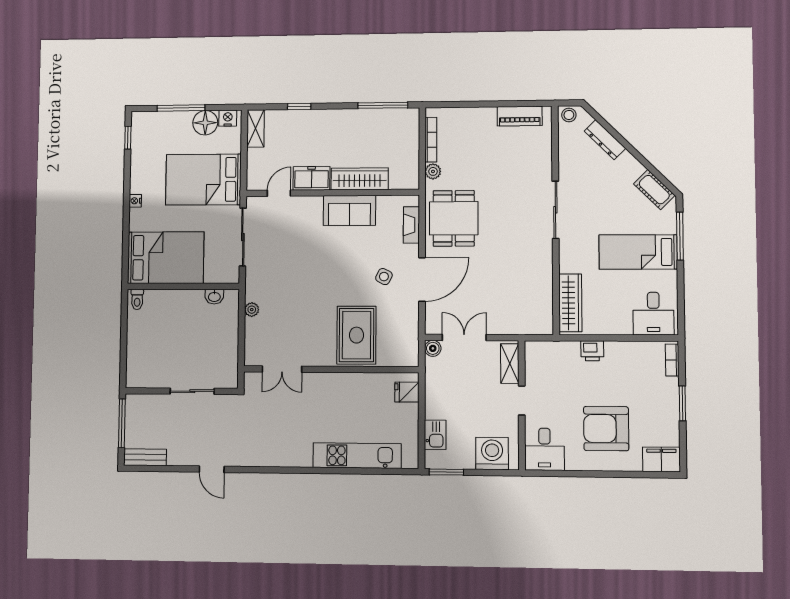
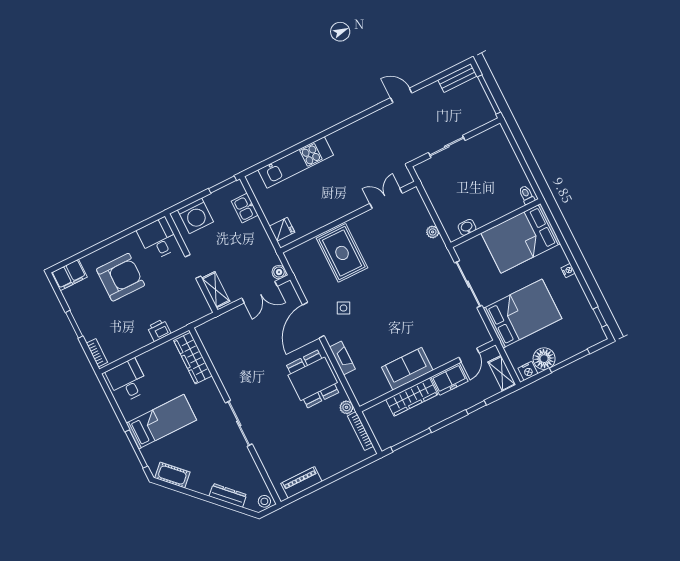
freezer: (311, 178) -> (449, 379), moved
wardrobe: (360, 179) -> (412, 397), moved
door: (279, 193) -> (469, 355), moved
wall: (332, 193) -> (428, 376), moved
sofa: (349, 210) -> (407, 369), moved

